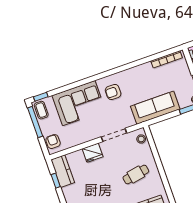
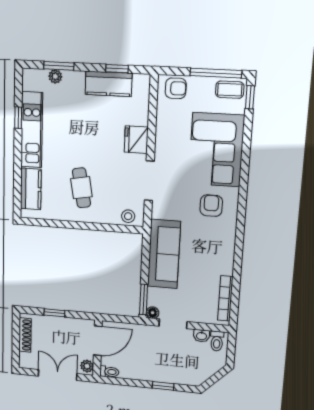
kitchen counter: (63, 171) -> (109, 84), moved

